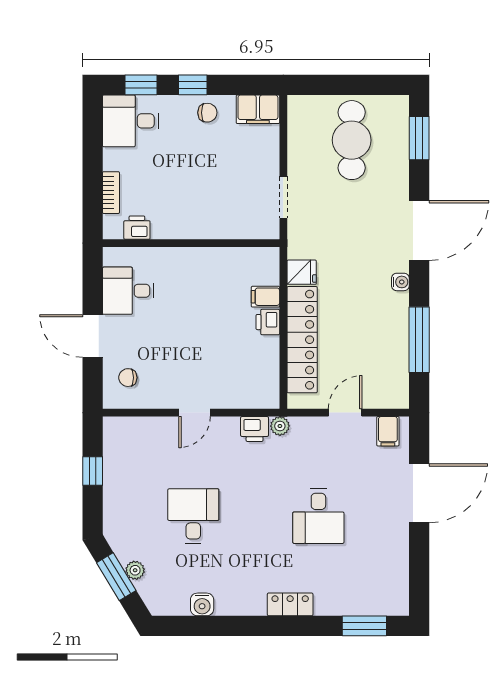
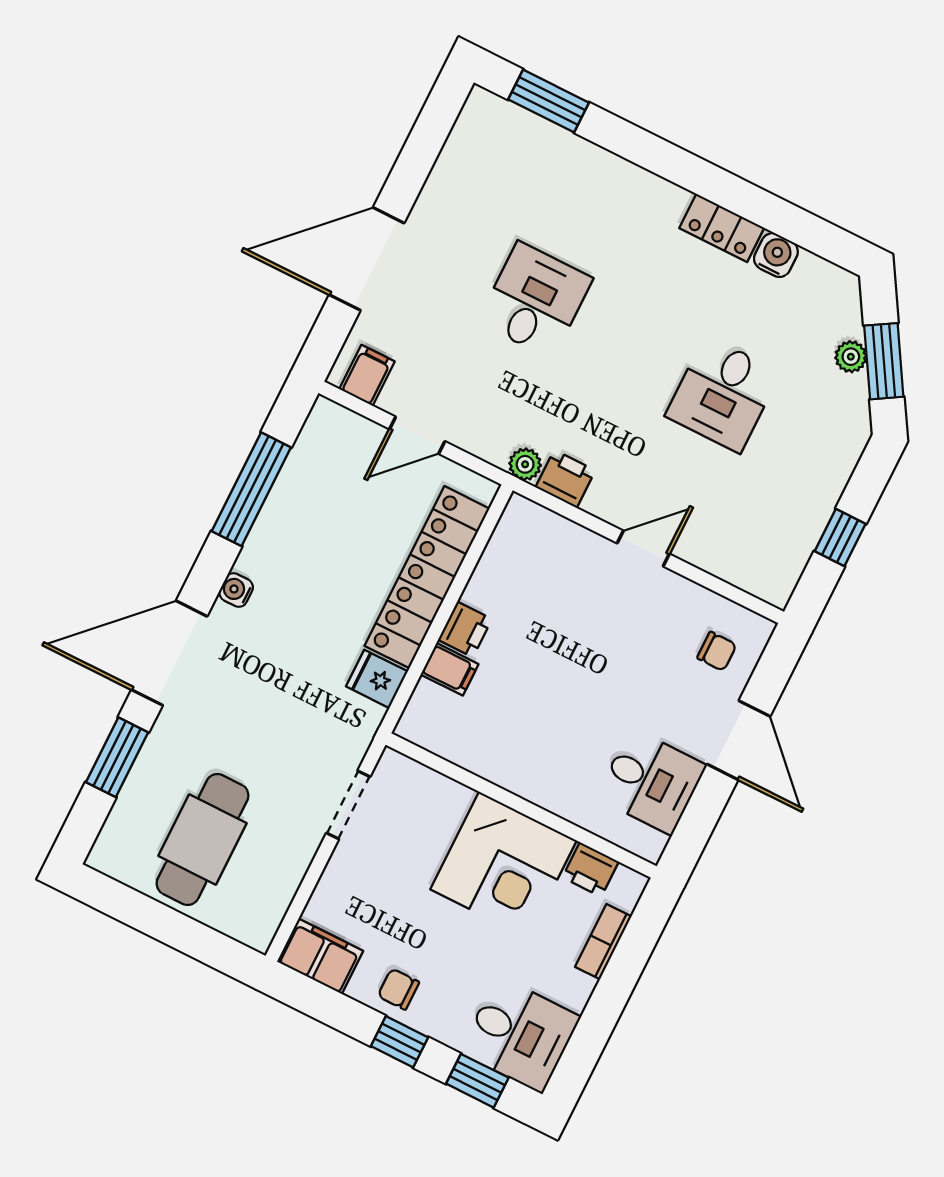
window: (419, 138) -> (117, 757), moved
corner desk: (185, 207) -> (503, 865), added
locker: (290, 604) -> (722, 228), moved

